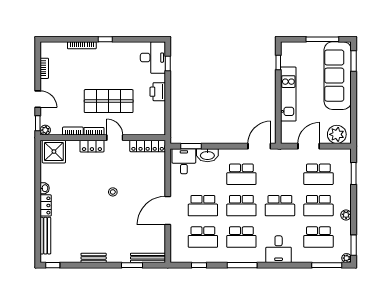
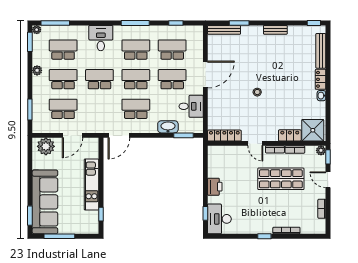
shop shelf: (109, 101) -> (281, 179), moved
locker: (92, 146) -> (290, 135), moved
desk: (184, 161) -> (191, 106), moved, turned -90

